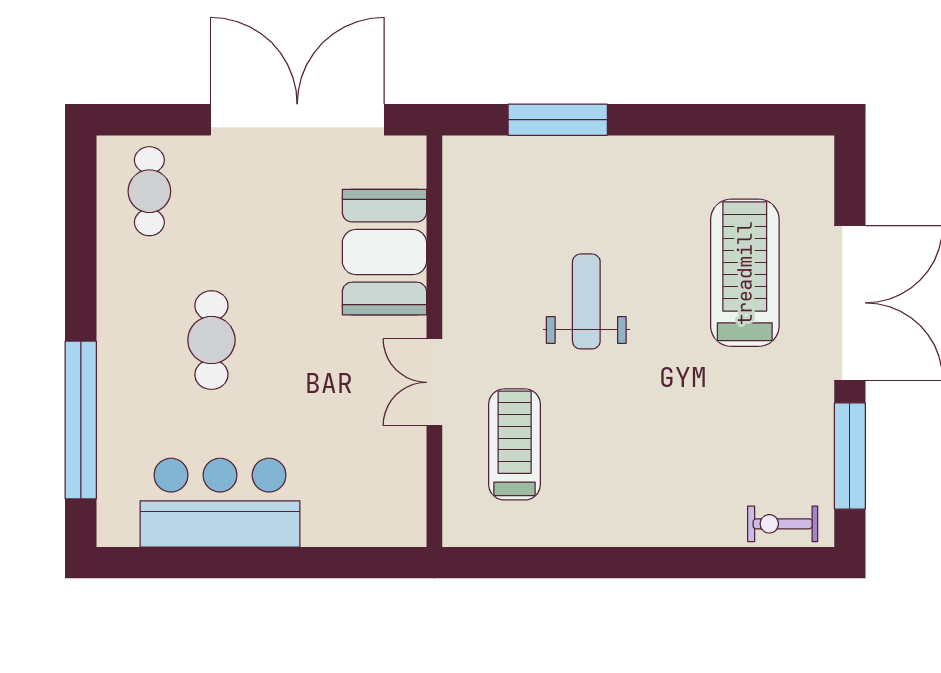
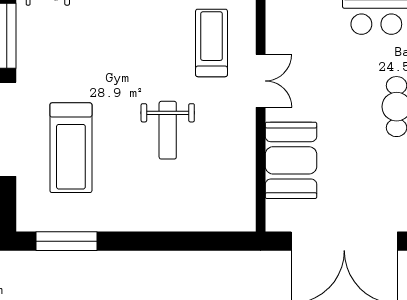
window: (558, 120) -> (66, 241), moved
treadmill: (515, 444) -> (212, 43), turned 180

